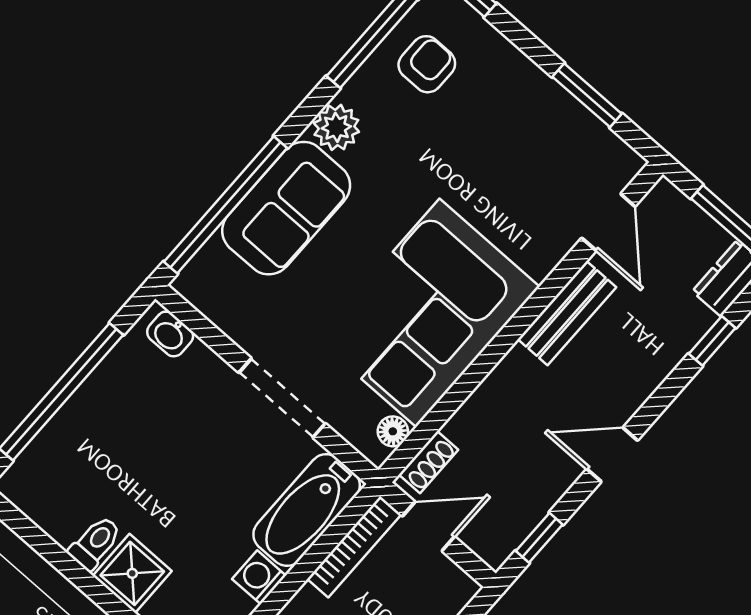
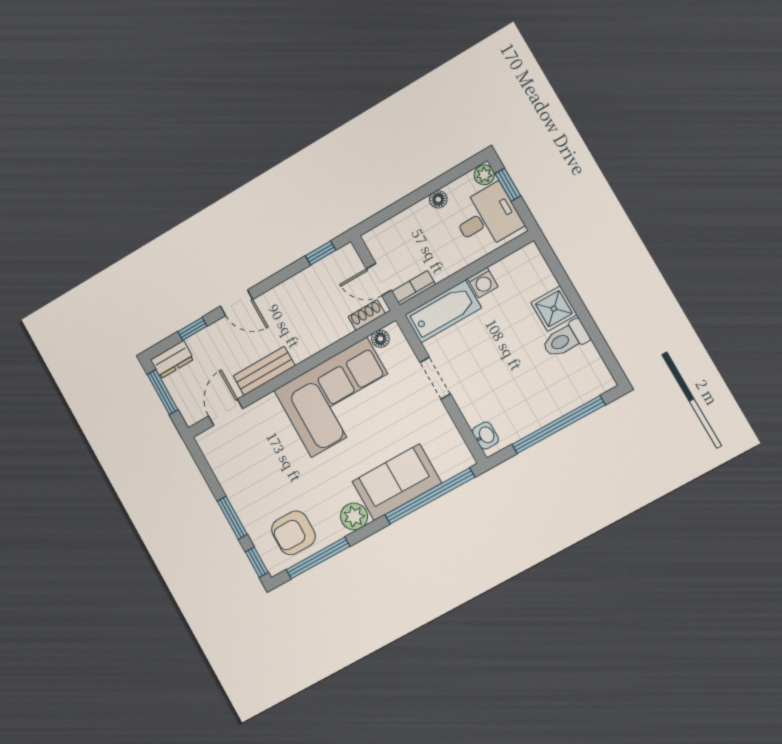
armchair: (427, 64) -> (293, 533), width x1.38, depth x1.38
window: (587, 95) -> (232, 518), moved
doorway: (282, 398) -> (435, 378), width x0.73
door: (612, 455) -> (237, 303), moved
toilet: (95, 543) -> (565, 339), width x1.37, depth x1.39
bookcase: (354, 547) -> (414, 288), width x0.64

